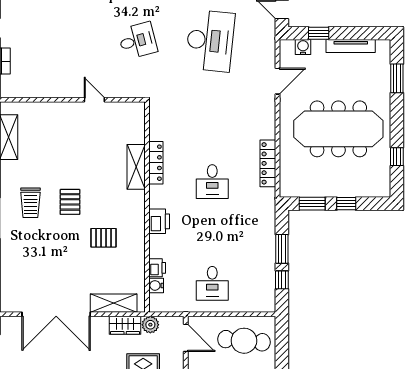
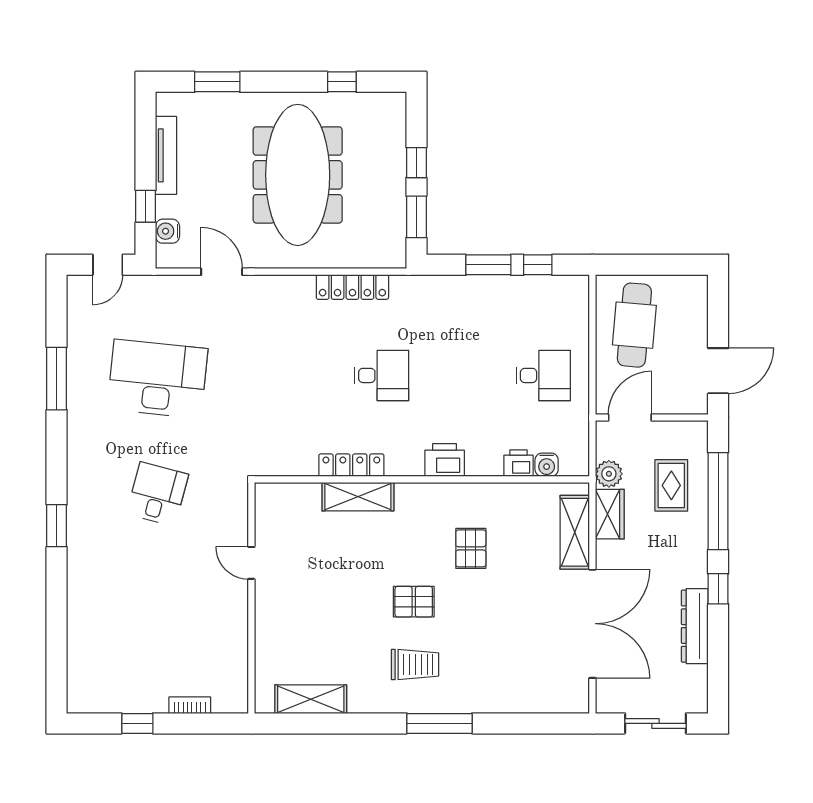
desk: (138, 41) -> (157, 494), turned 30
door: (94, 100) -> (251, 563), hinge flipped

